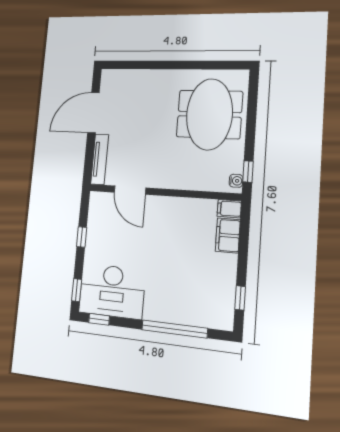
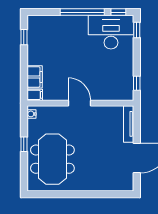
window: (248, 172) -> (24, 144), moved
door: (130, 190) -> (79, 103), moved
window: (82, 237) -> (137, 83), moved
window: (174, 329) -> (82, 12), moved

